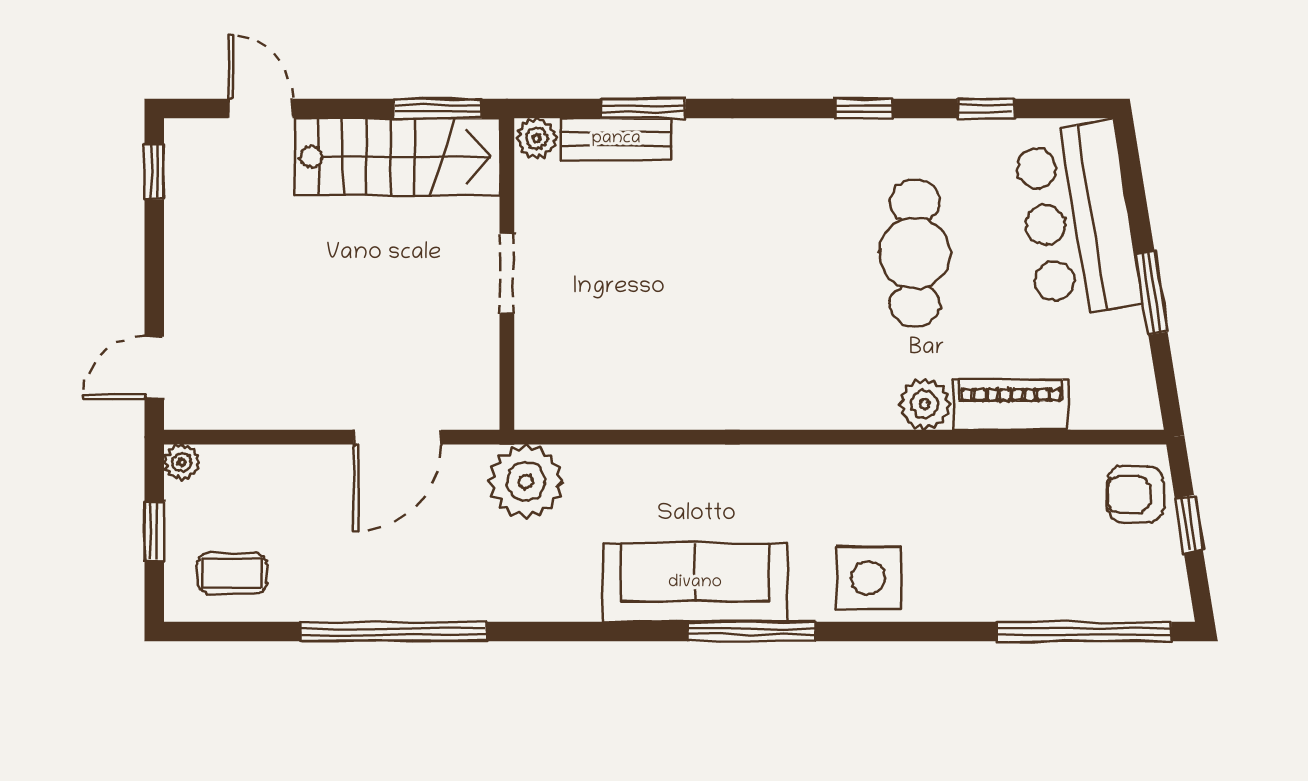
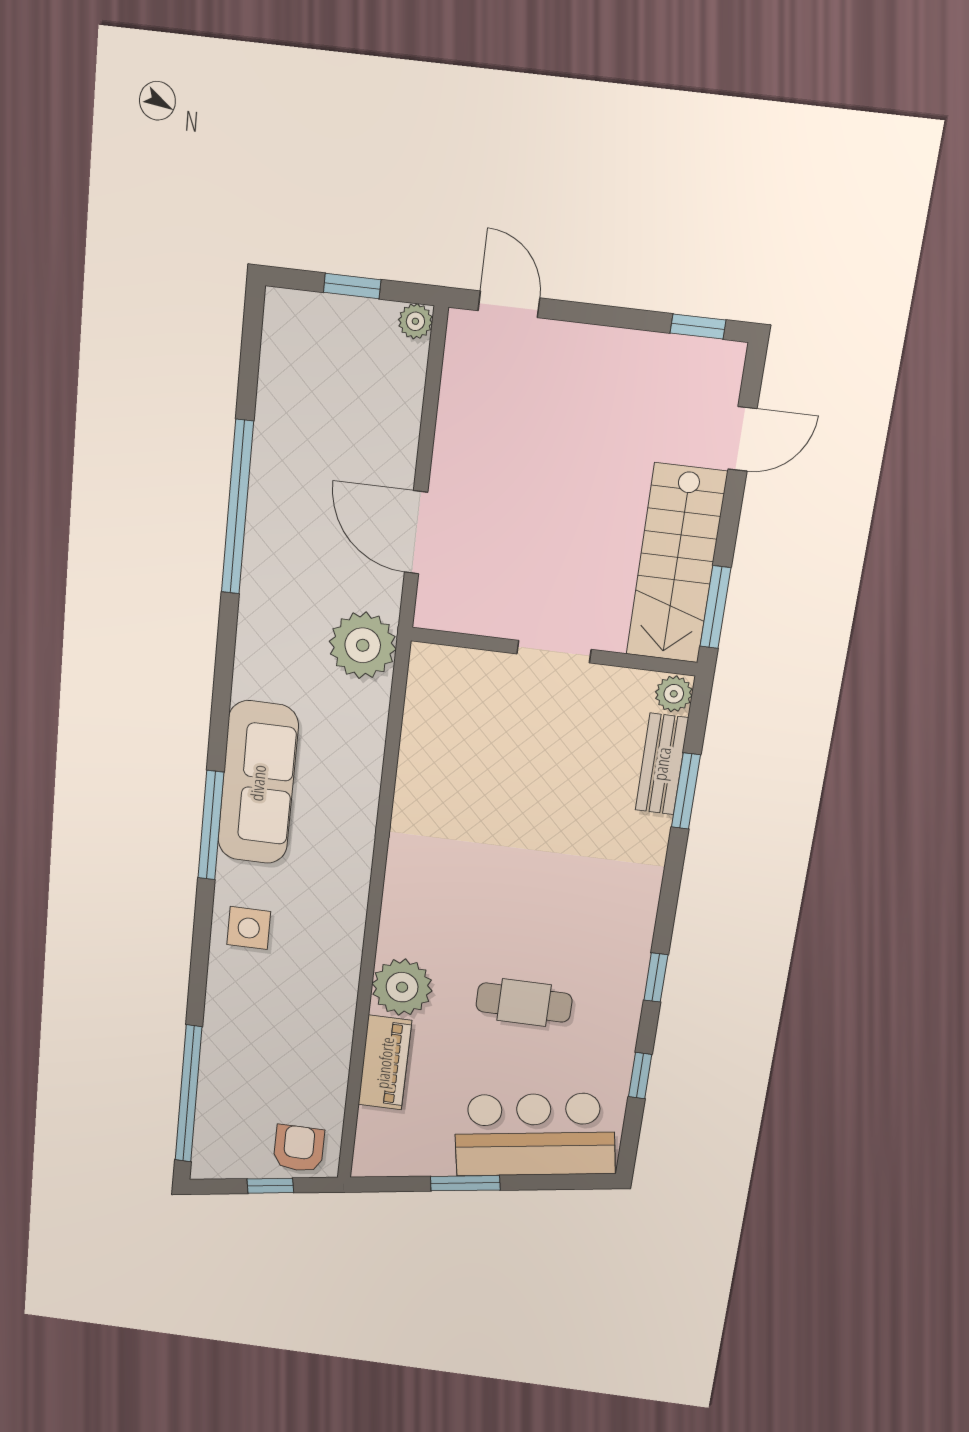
cafe table: (915, 253) -> (524, 1003), width x0.73, depth x0.74
plant: (925, 404) -> (402, 987), width x1.36, depth x1.36
coffee table: (232, 573) -> (305, 359), removed
side table: (868, 578) -> (249, 928), width x0.73, depth x0.73

